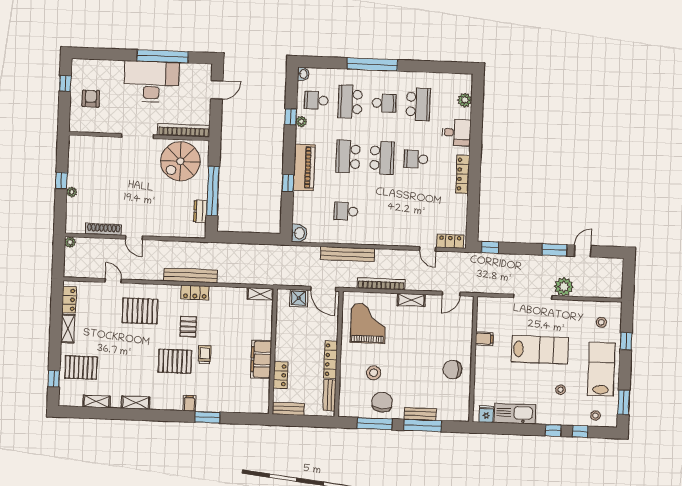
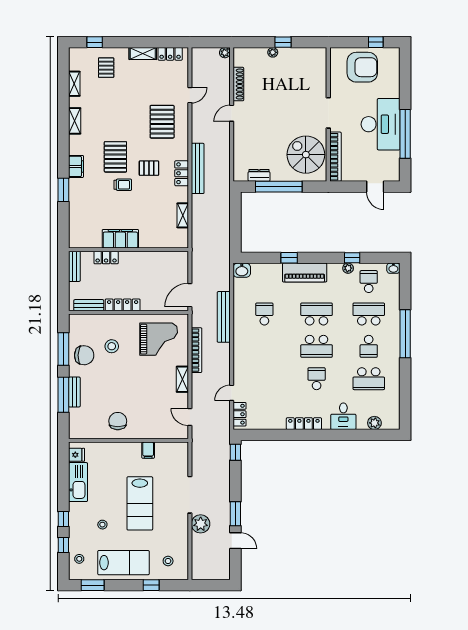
armchair: (91, 99) -> (362, 67), width x1.88, depth x1.88
shelving: (260, 294) -> (183, 215), moved
shower: (299, 298) -> (180, 272), removed
pallet: (81, 367) -> (106, 68), width x0.67, depth x0.71
filing cabinet: (189, 403) -> (76, 166), width x2.00

